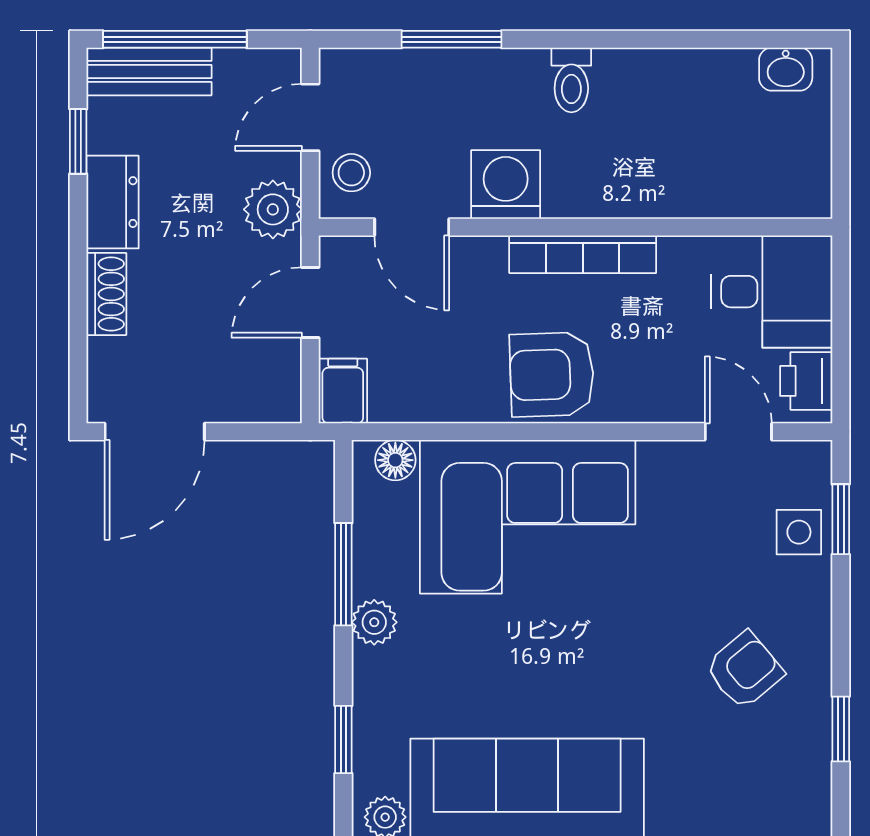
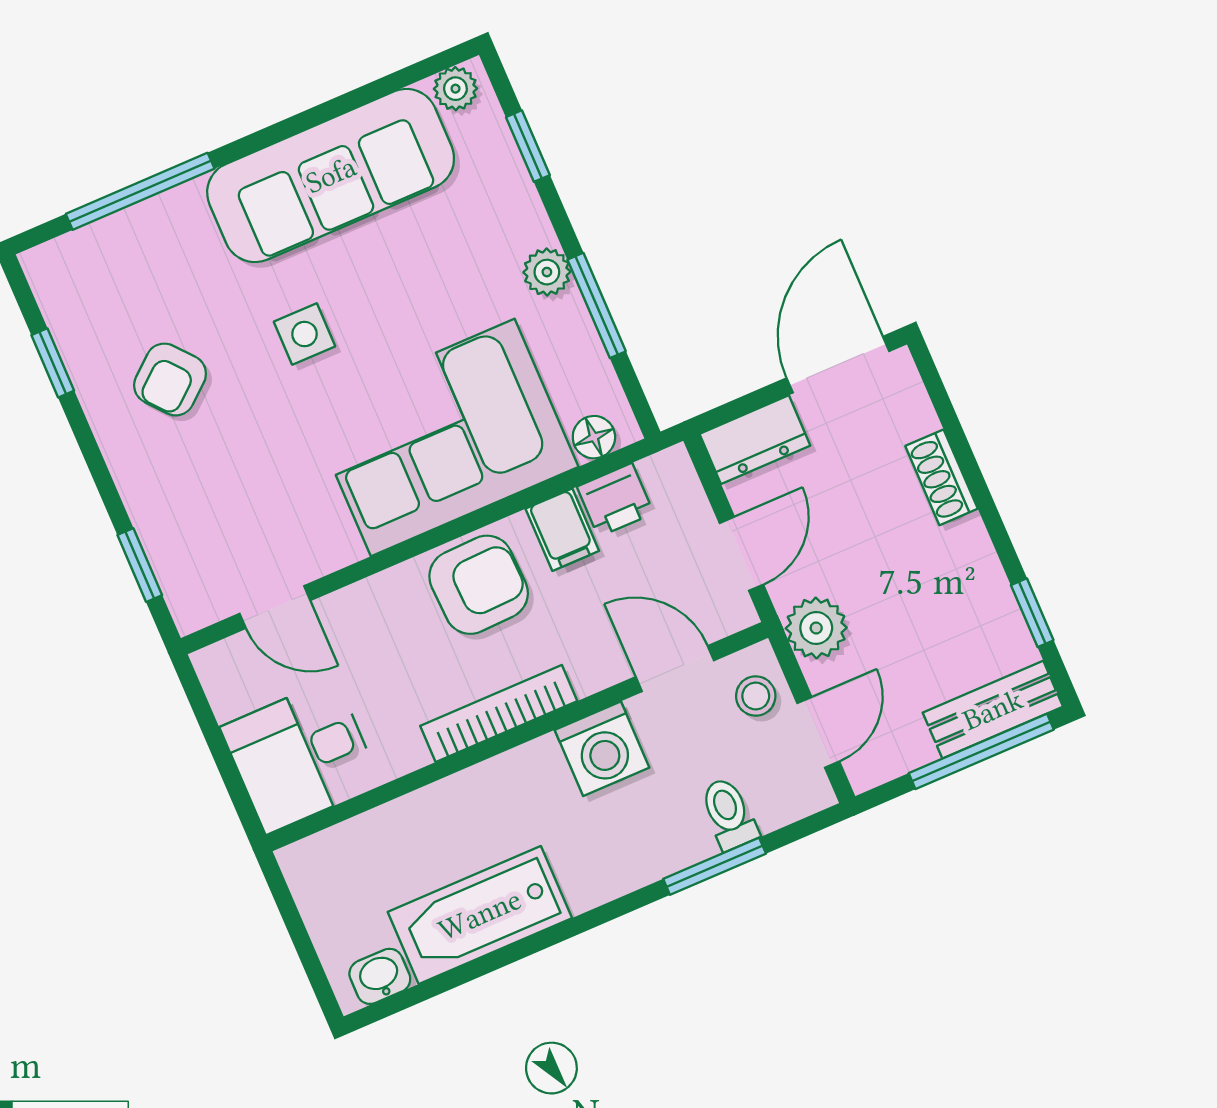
toilet: (571, 80) -> (729, 814), moved
bathtub: (675, 85) -> (480, 915), added
dresser: (113, 202) -> (755, 440), moved, turned -90
printer: (806, 381) -> (615, 500), moved, turned 90
filing cabinet: (343, 391) -> (562, 530), moved
side table: (799, 532) -> (304, 334), moved

